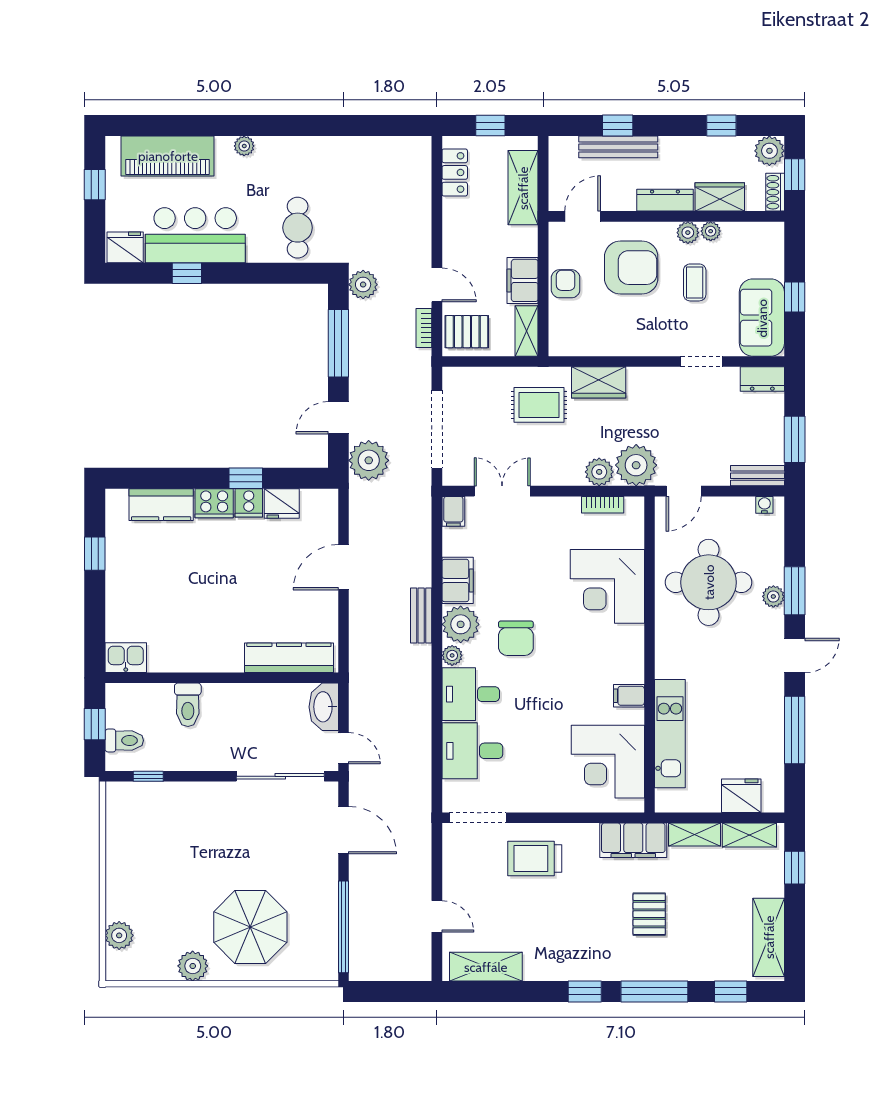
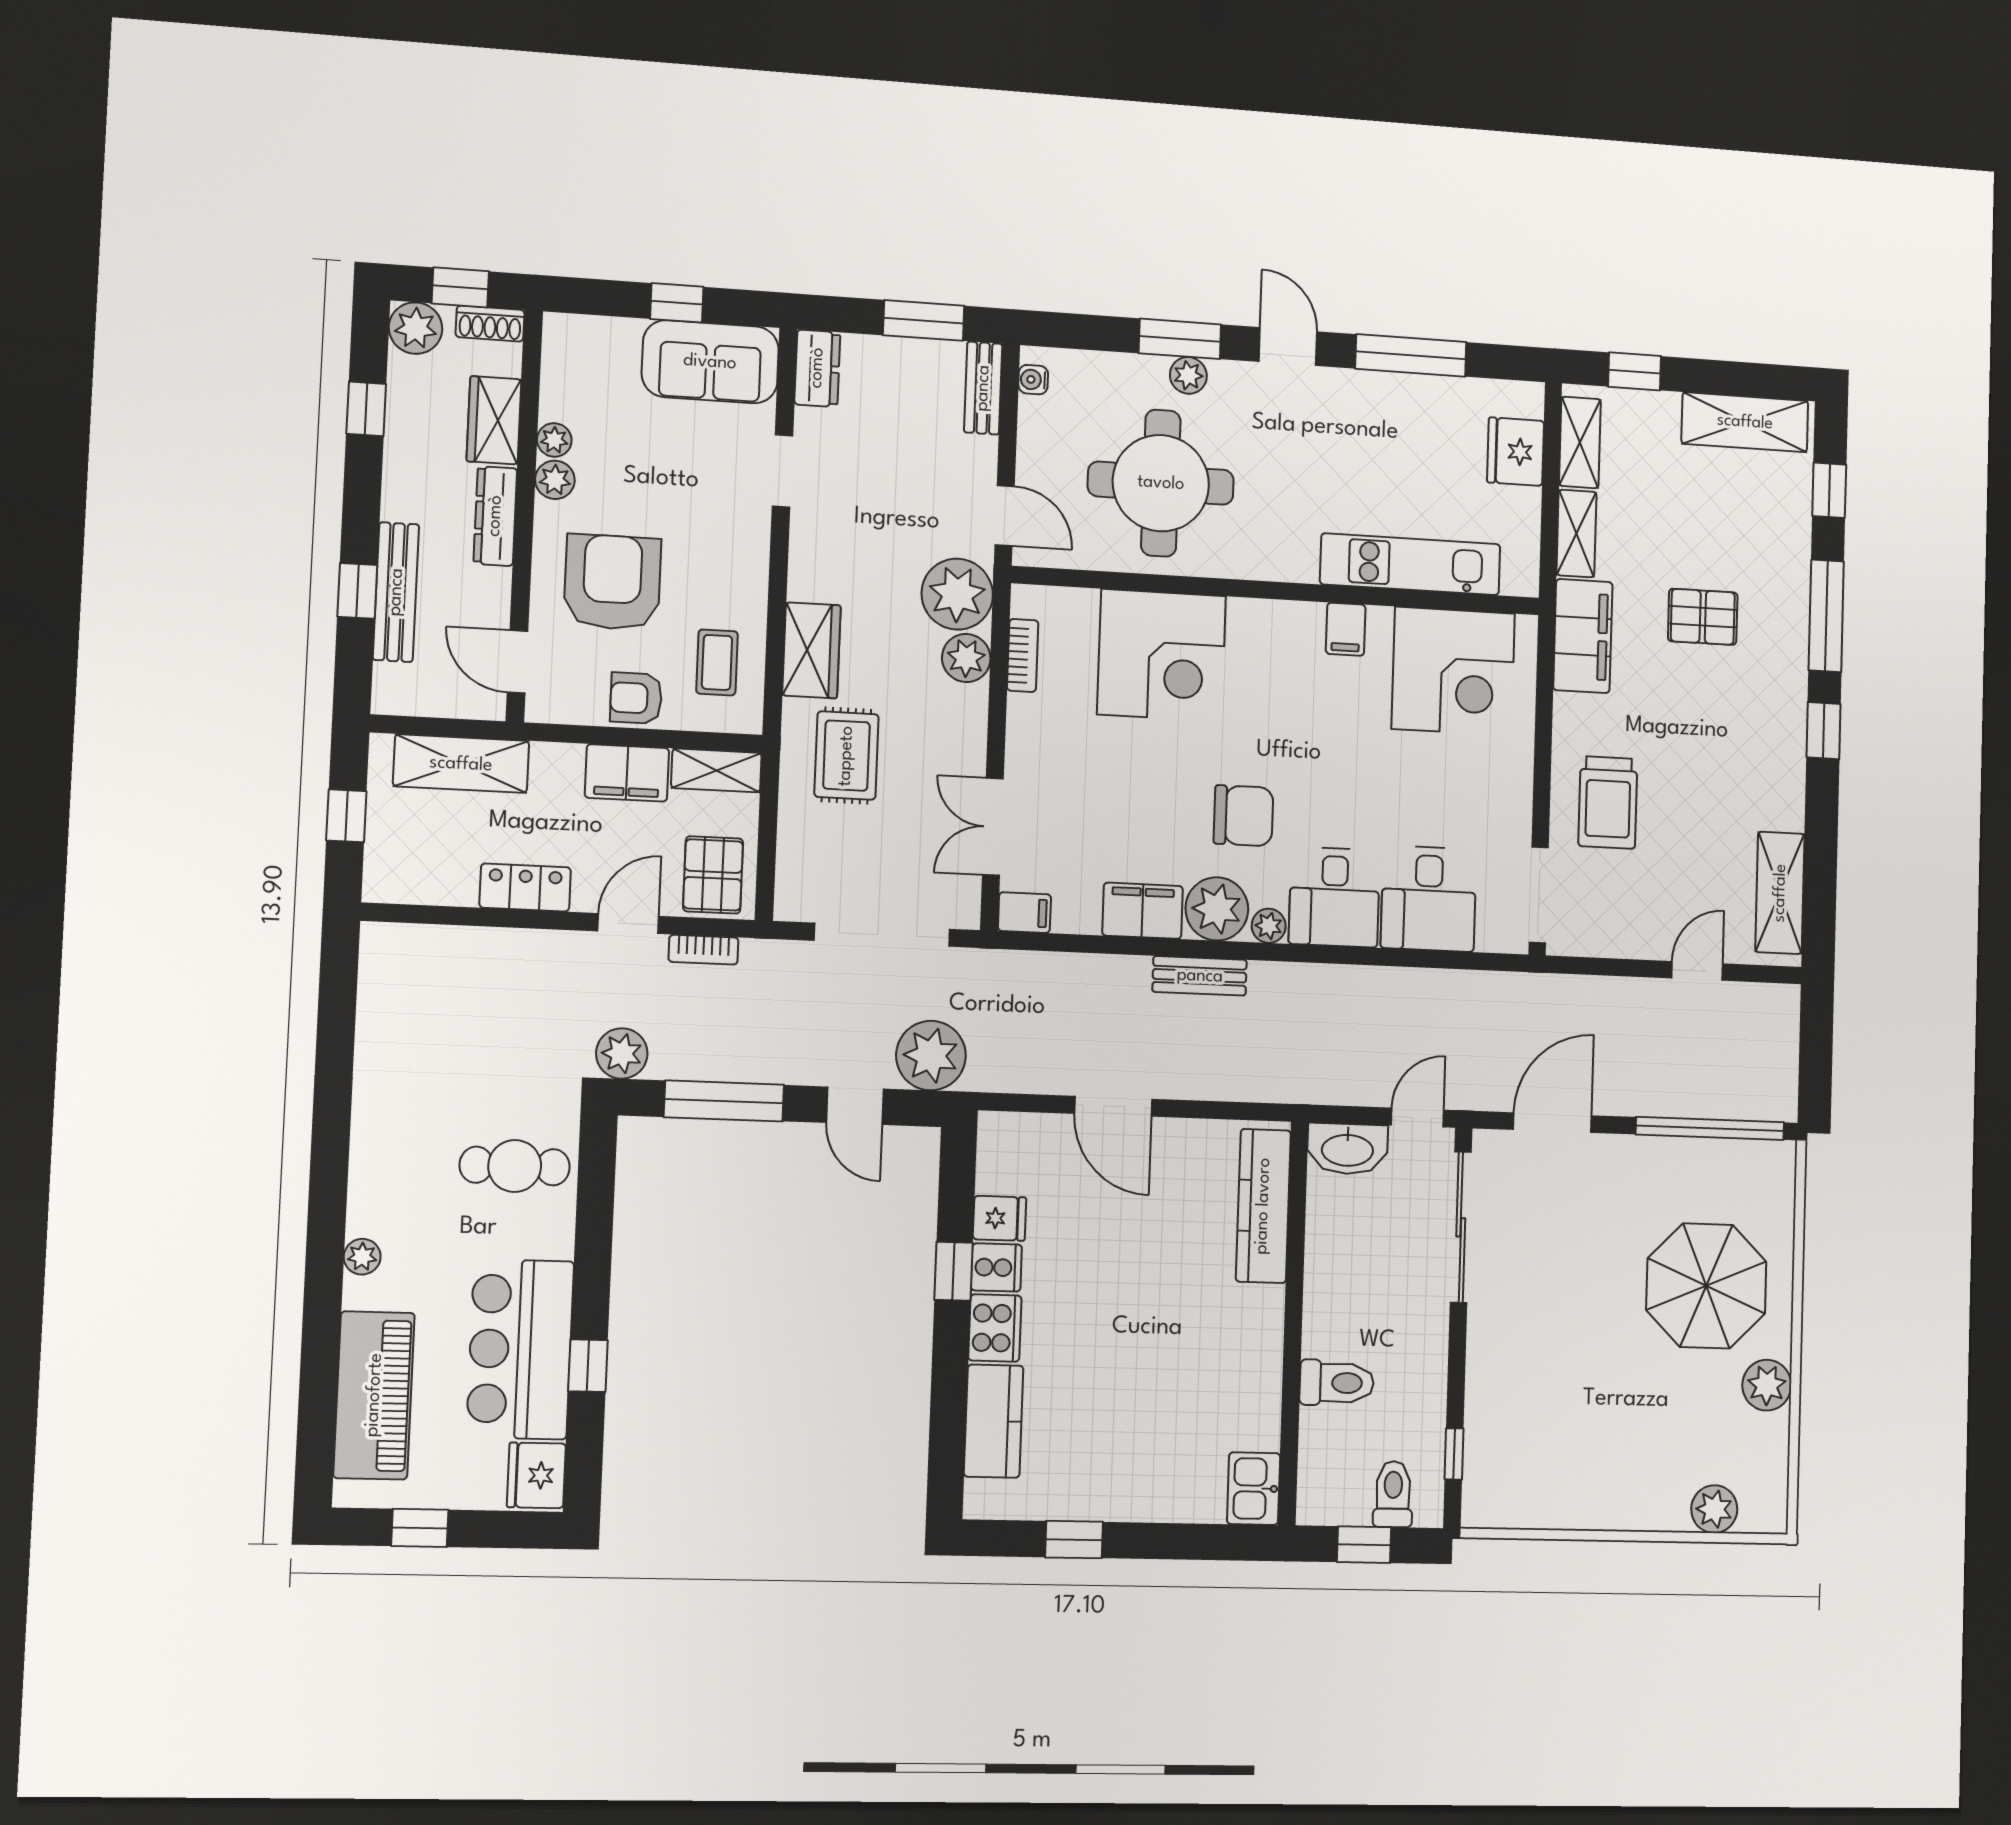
locker: (455, 172) -> (525, 887), moved
coffee table: (695, 282) -> (717, 662), moved, turned 90
fridge: (282, 504) -> (999, 1218), width x0.72

